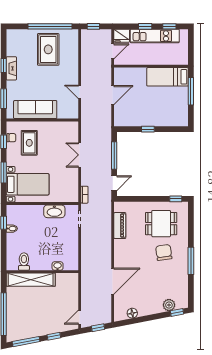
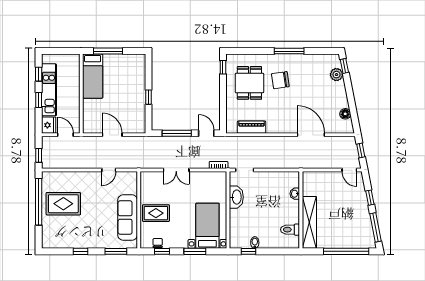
fireplace: (11, 68) -> (84, 243), removed
rug: (29, 143) -> (156, 213), moved

